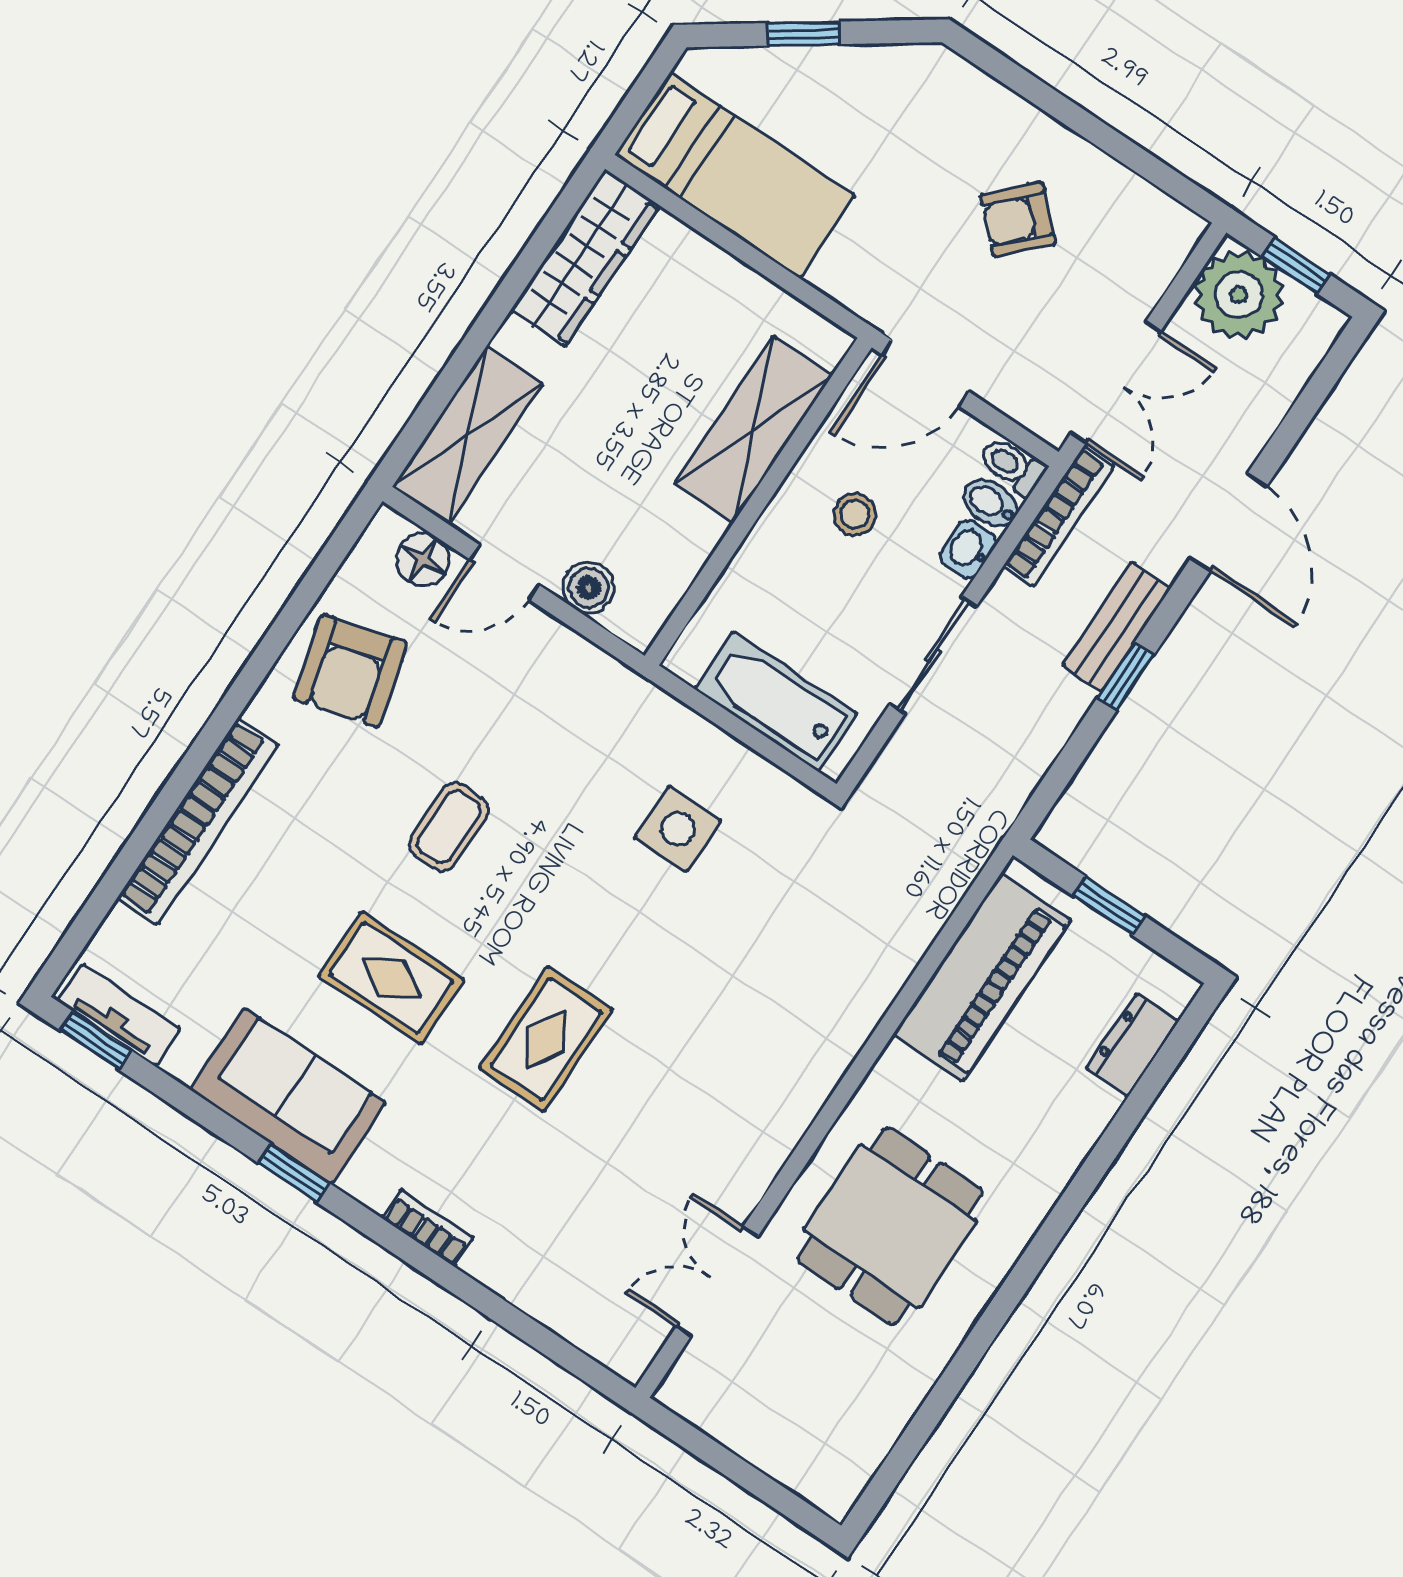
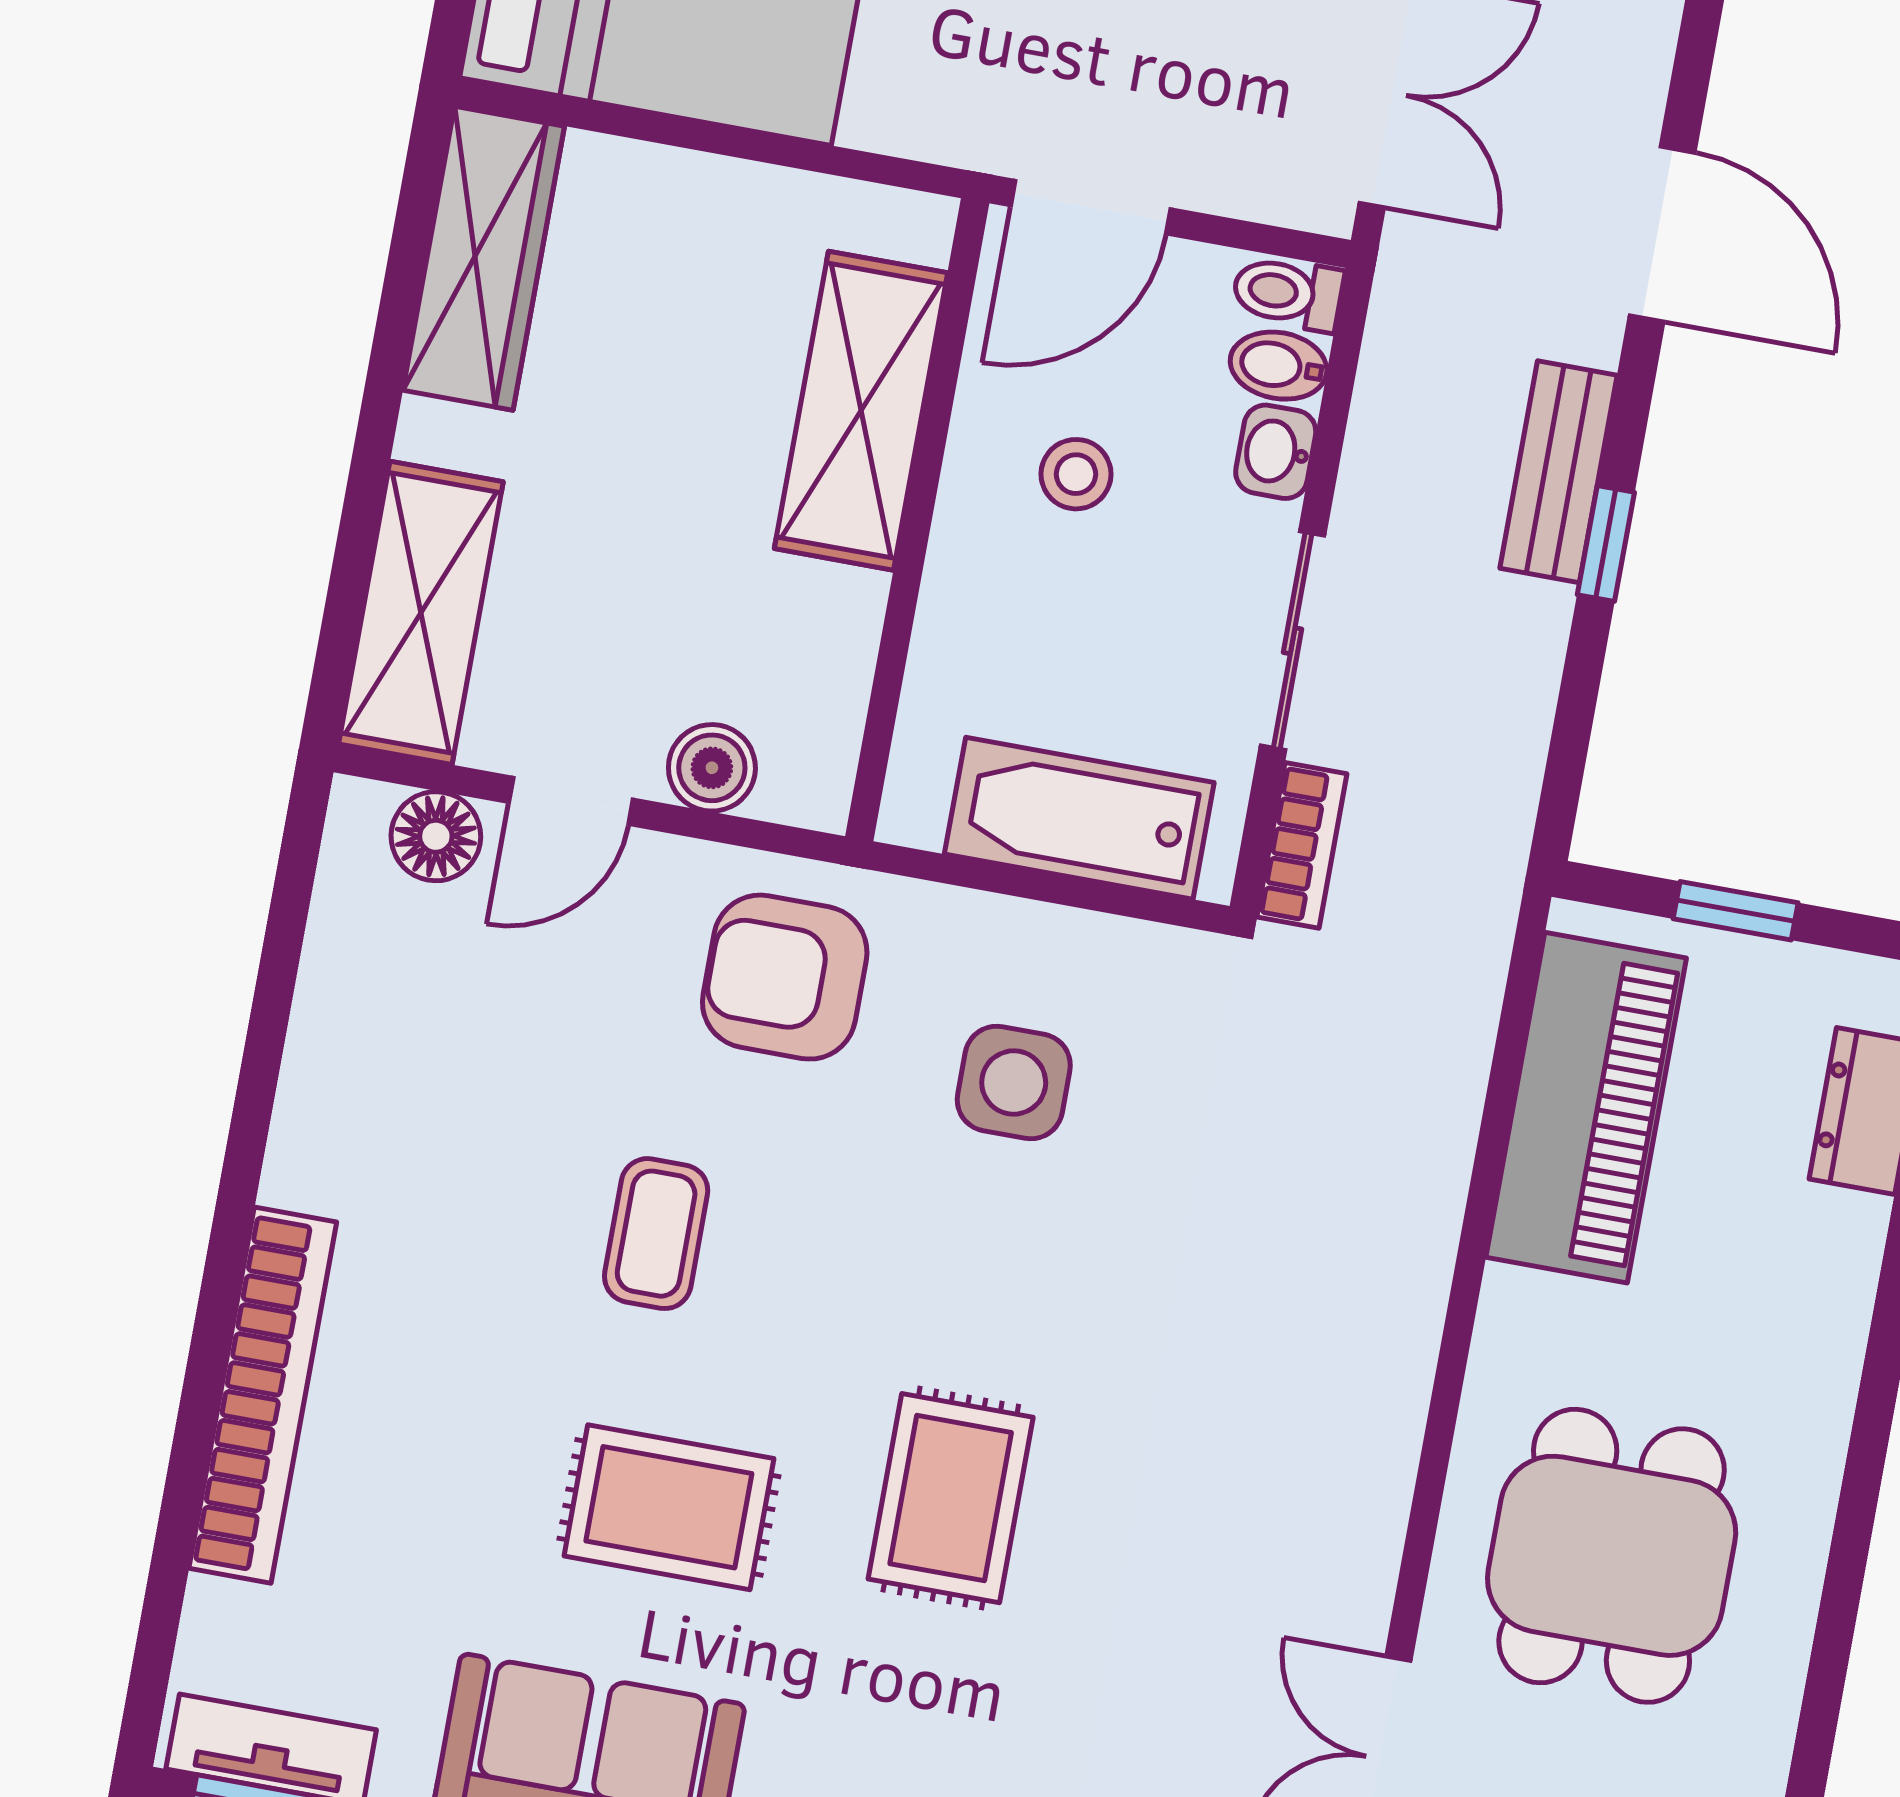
bookcase: (1058, 516) -> (1302, 845), moved, width x0.64
armchair: (350, 671) -> (785, 977), moved, turned 105

